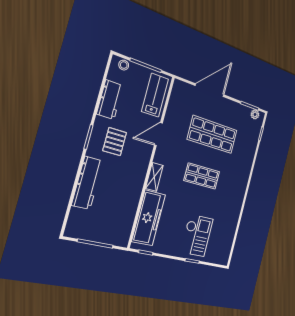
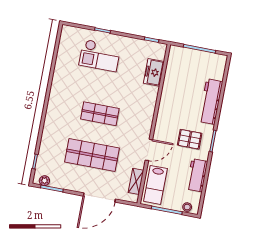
pallet: (115, 142) -> (190, 139), turned 90
shelving: (154, 177) -> (136, 181), moved
freezer: (149, 218) -> (154, 72), width x0.52, depth x0.79
checkout: (197, 235) -> (100, 55), turned -90

